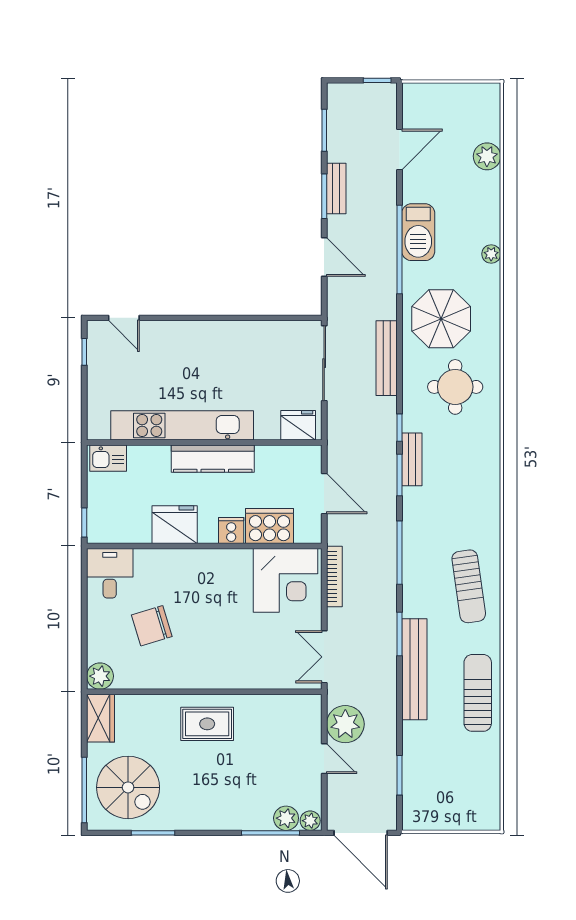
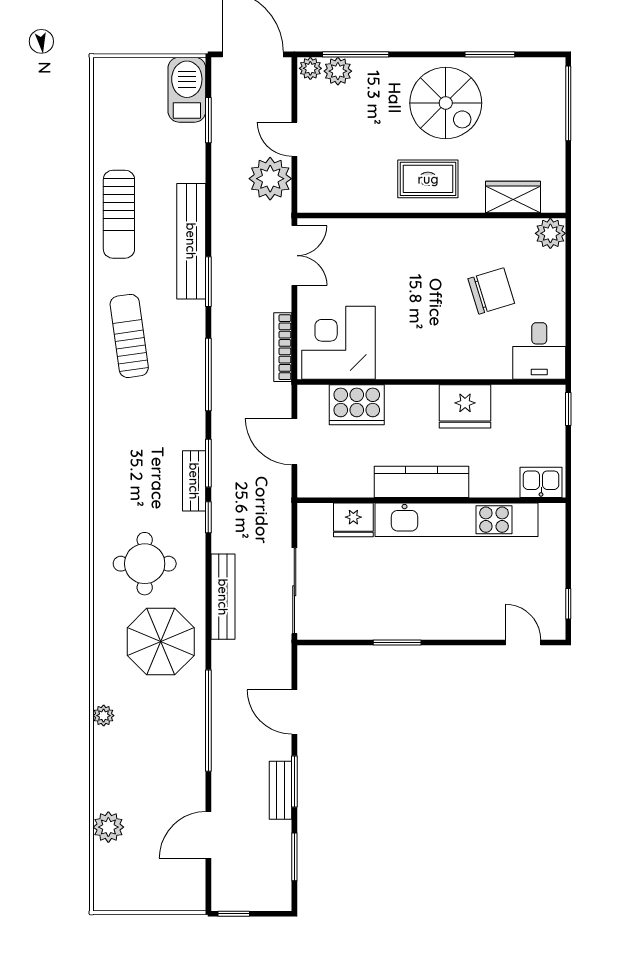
barbecue: (418, 232) -> (187, 90), moved
window: (234, 318) -> (397, 643), added
fridge: (298, 425) -> (353, 520), moved
cooker: (231, 530) -> (400, 400), removed
wardrobe: (101, 718) -> (513, 197), moved, turned 90
spiral stairs: (128, 787) -> (446, 103), moved, turned 180

